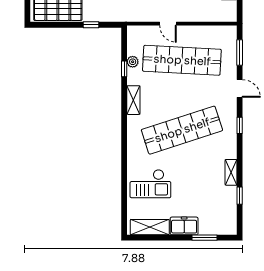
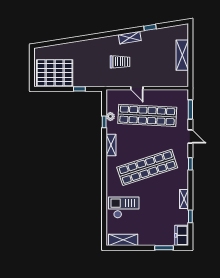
checkout: (150, 184) -> (124, 207), turned 180
freezer: (184, 226) -> (182, 235), moved, turned -90

